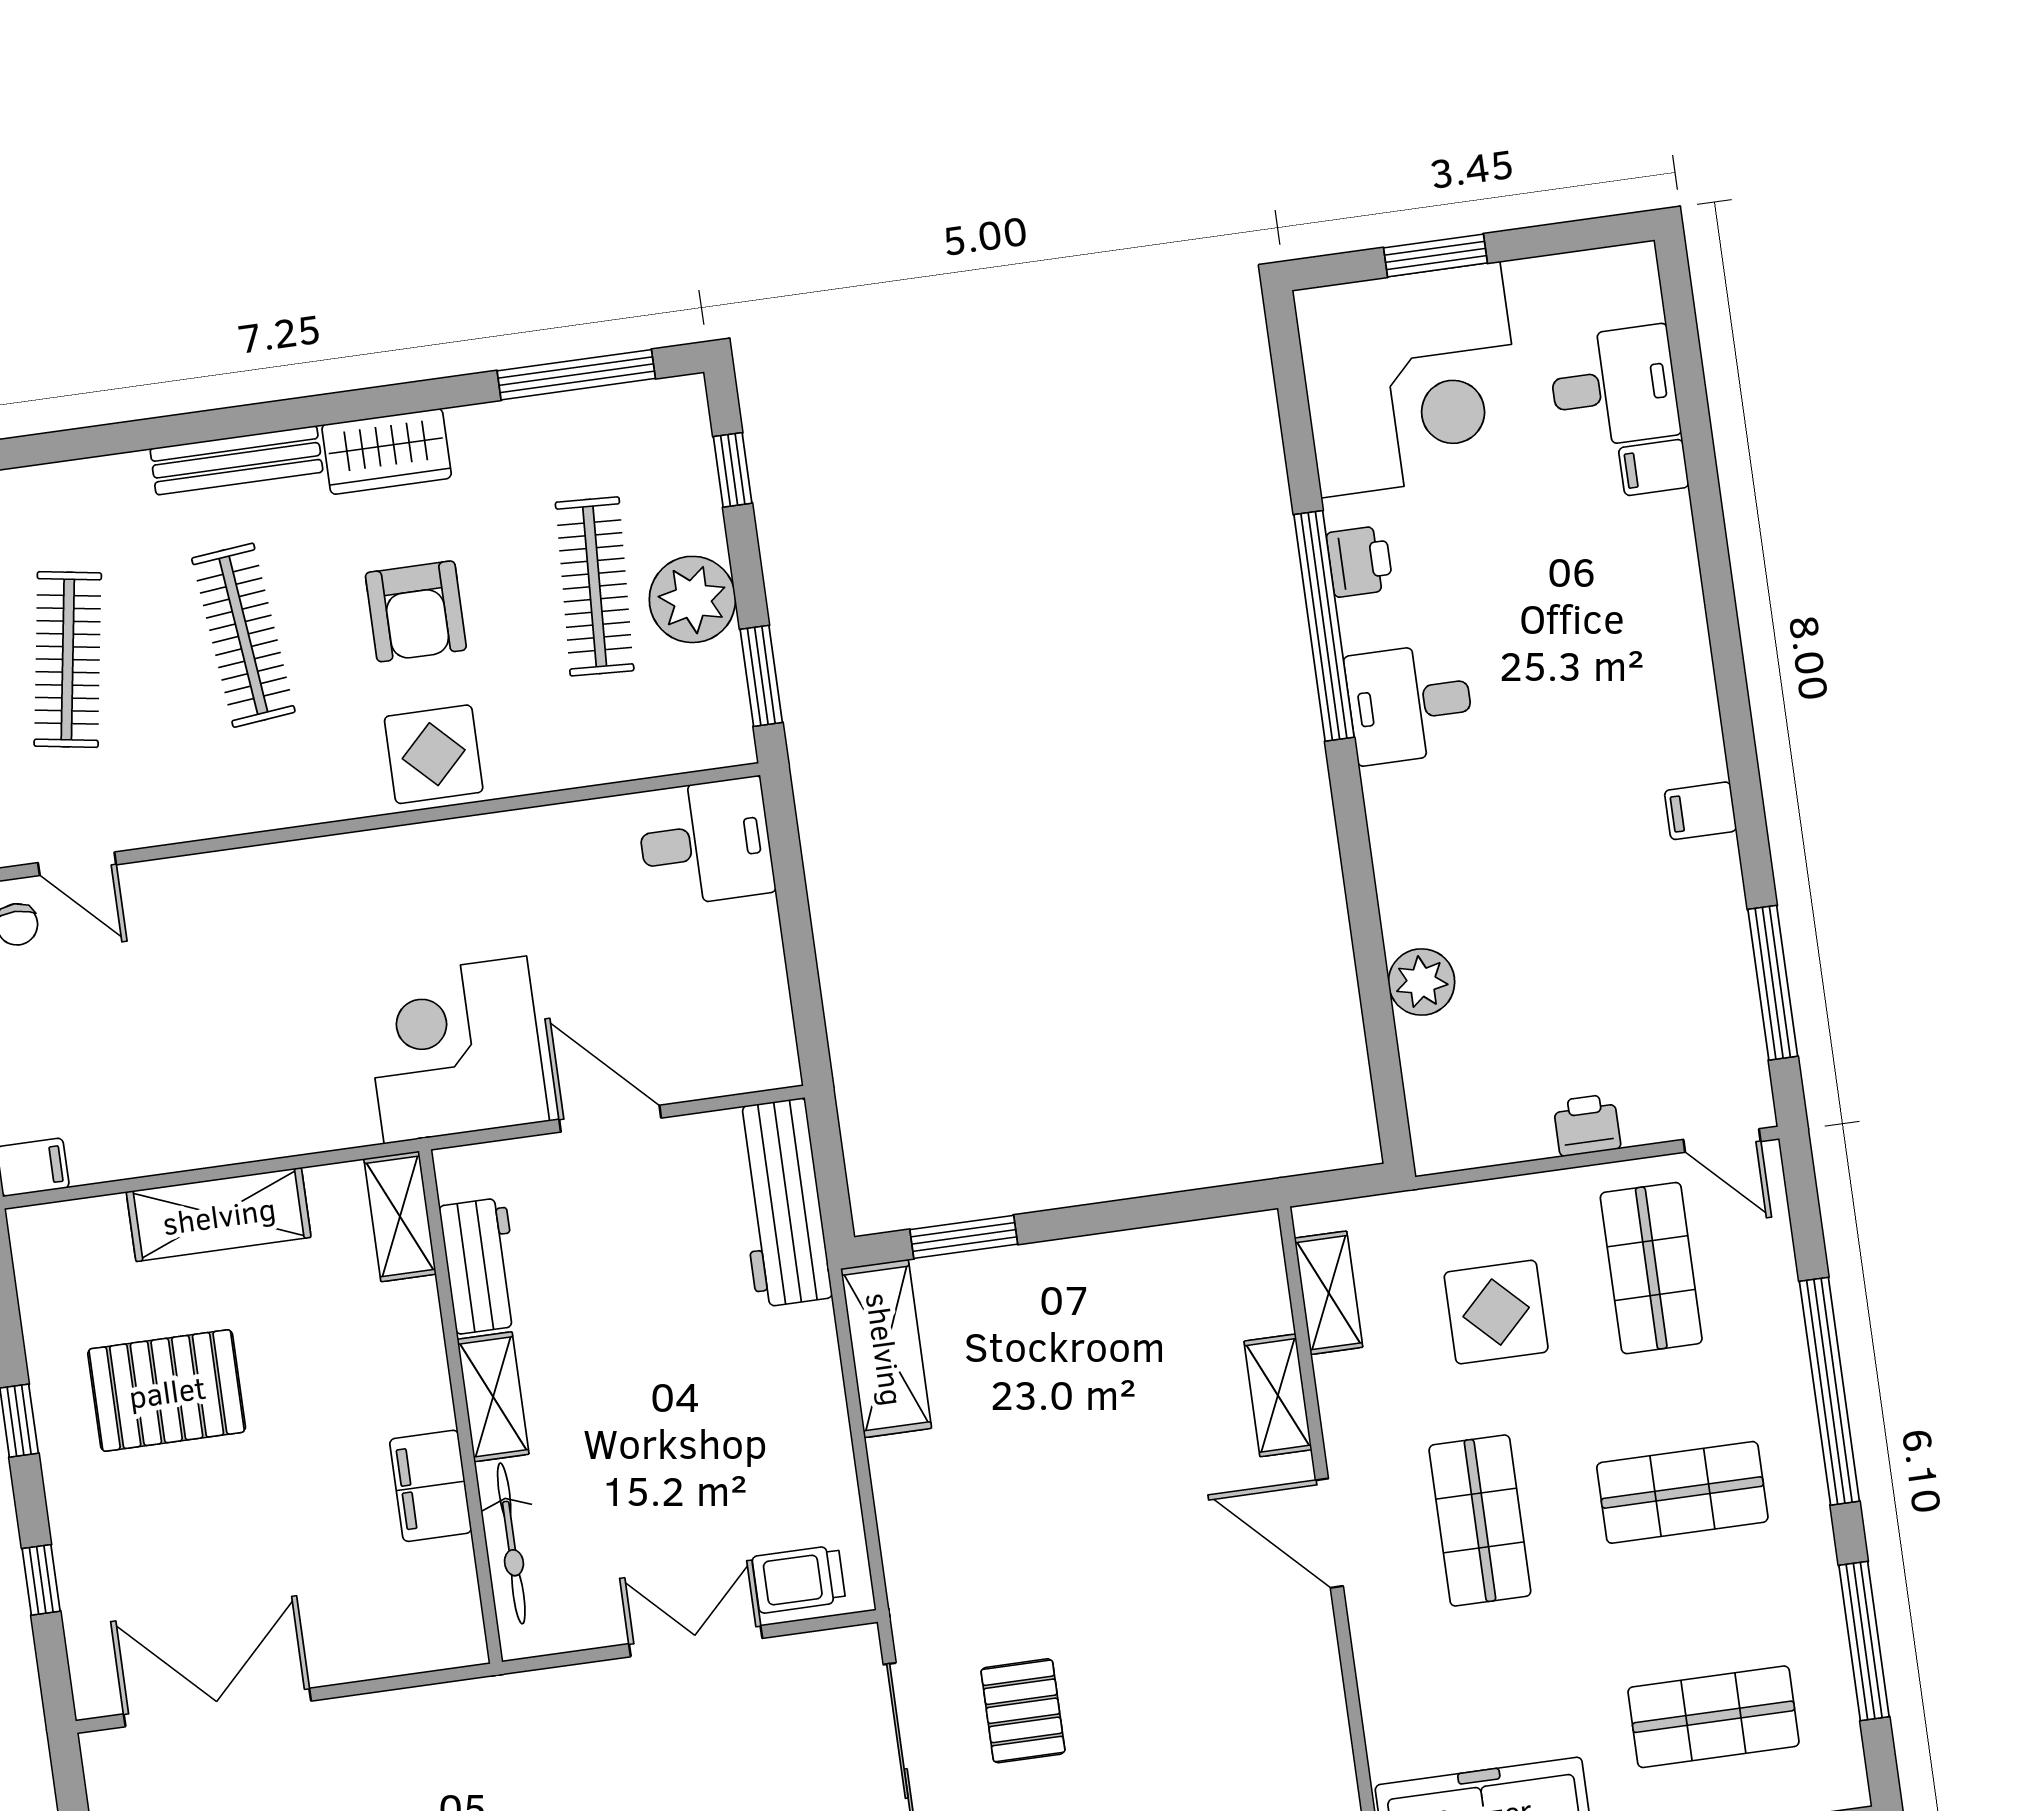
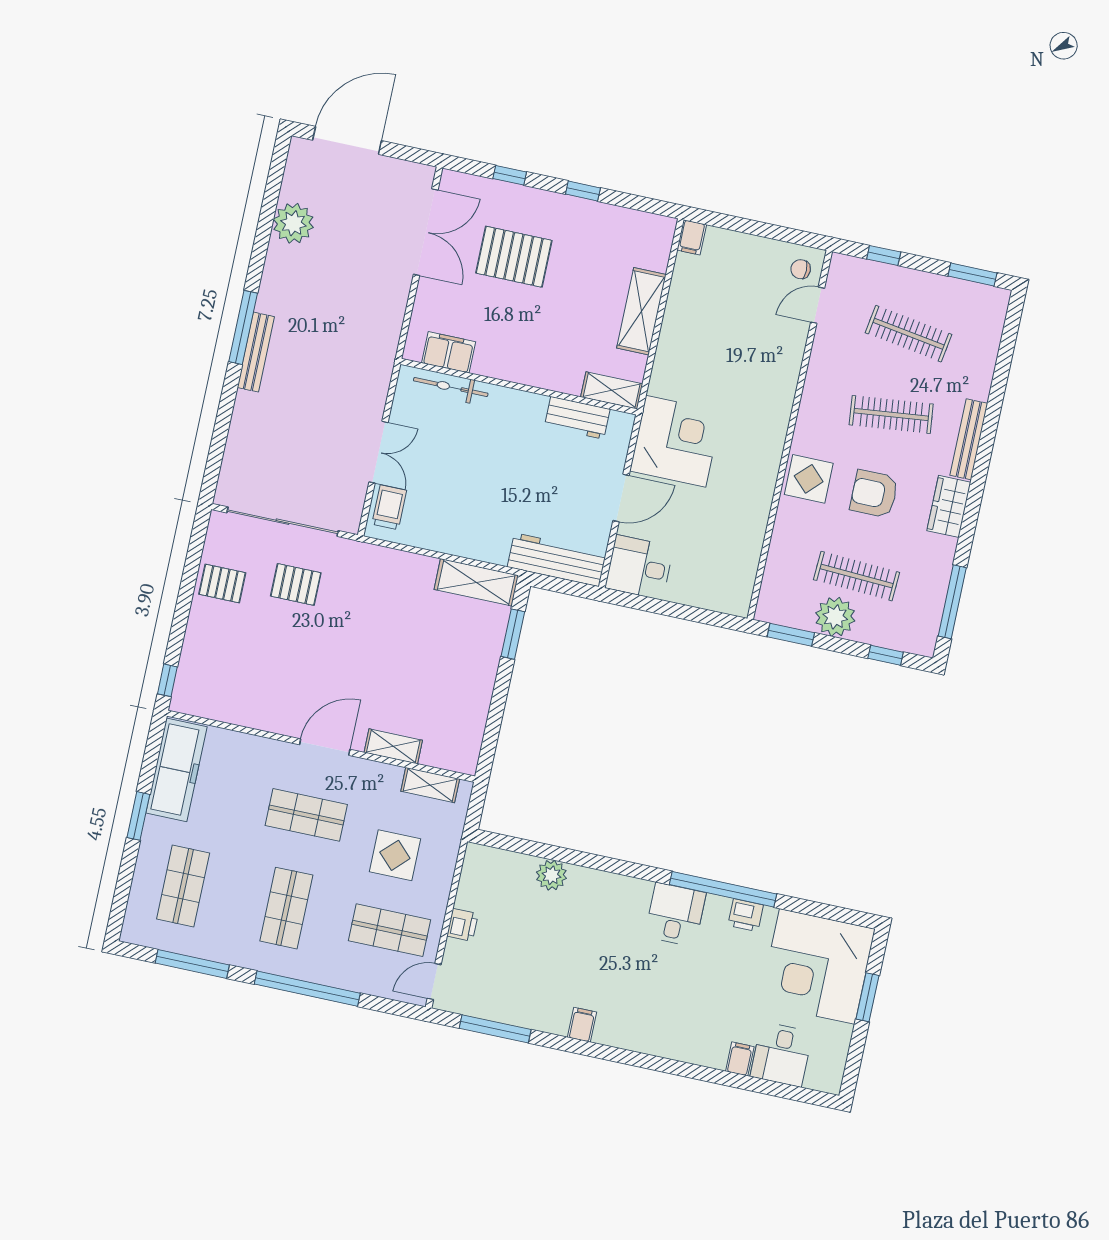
desk: (705, 842) -> (639, 567), moved, turned 90
pallet: (167, 1391) -> (514, 257), moved, turned 90
shelving: (493, 1397) -> (518, 402), removed
filing cabinet: (431, 1486) -> (449, 352), moved

